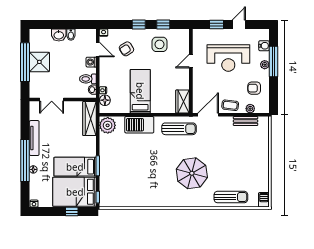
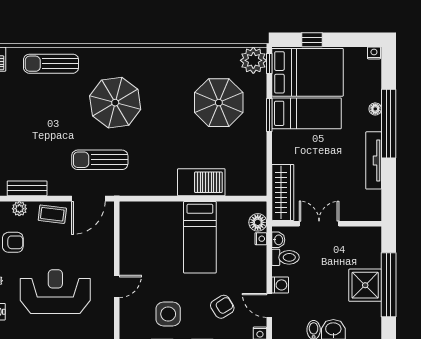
double door: (52, 99) -> (319, 224), moved
wardrobe: (183, 101) -> (130, 220), removed
plant: (108, 125) -> (253, 60), moved
sun lounger: (179, 129) -> (100, 160), moved
parasol: (129, 173) -> (219, 103), added

